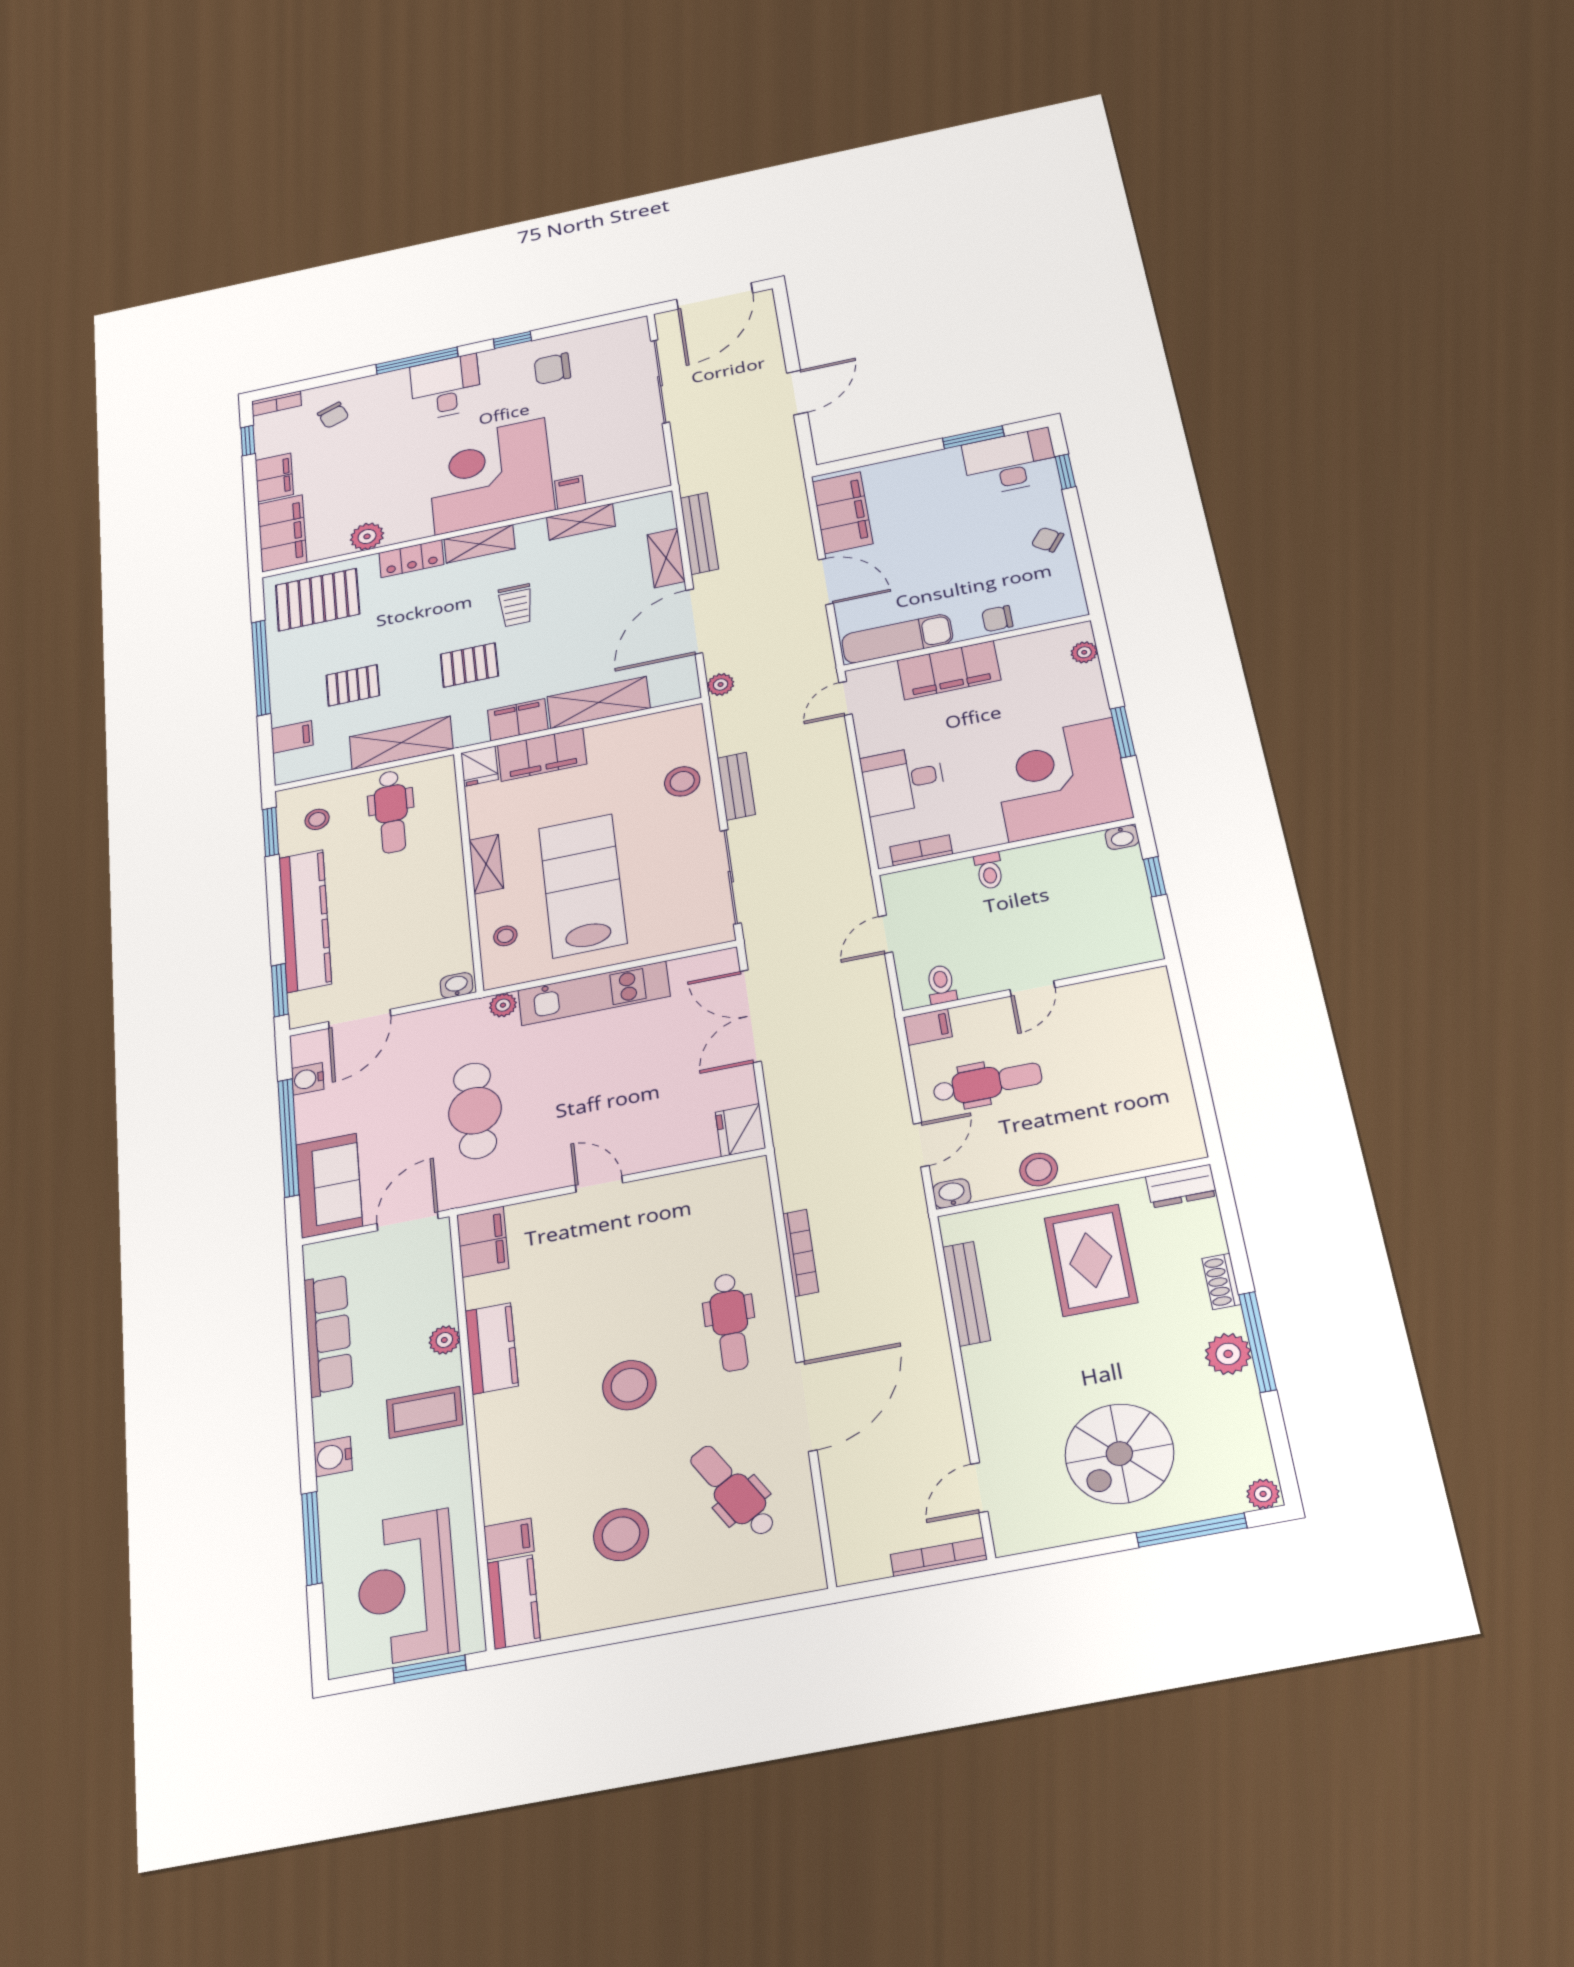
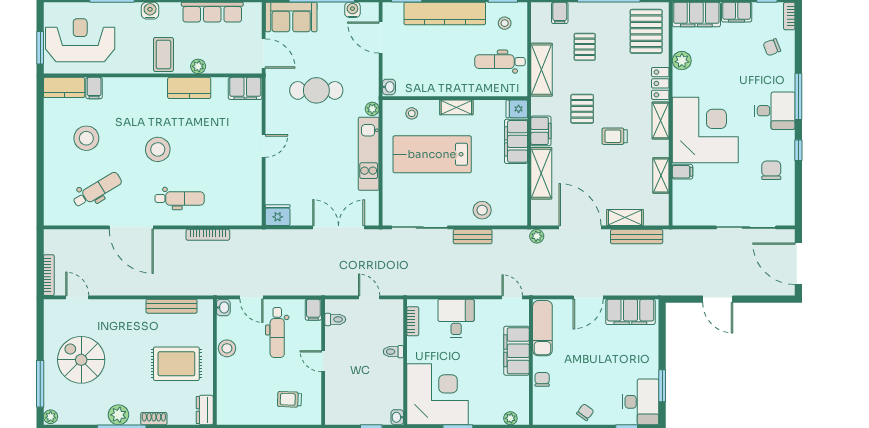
lab bench: (583, 885) -> (432, 154), turned 180
trolley: (1125, 1033) -> (289, 399), added
dental chair: (730, 1322) -> (180, 198), turned 180

